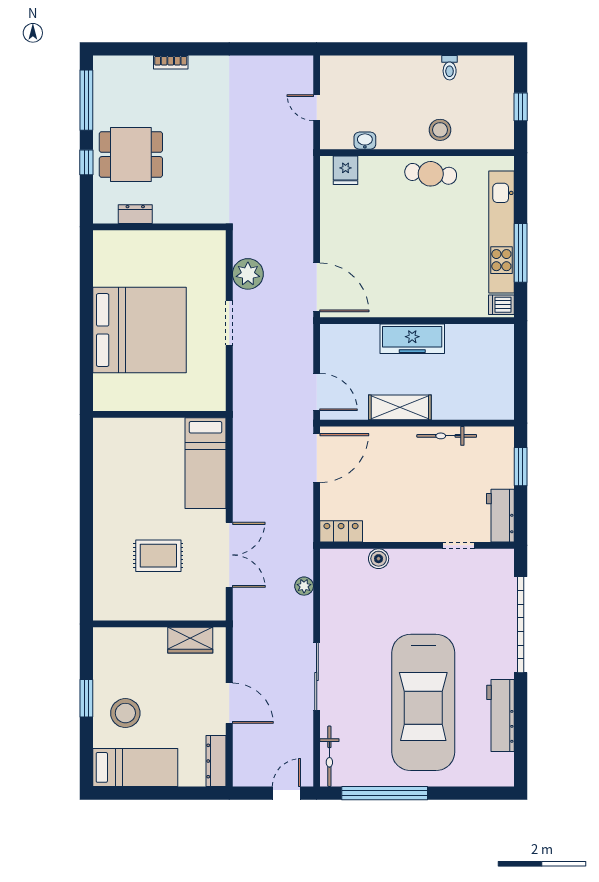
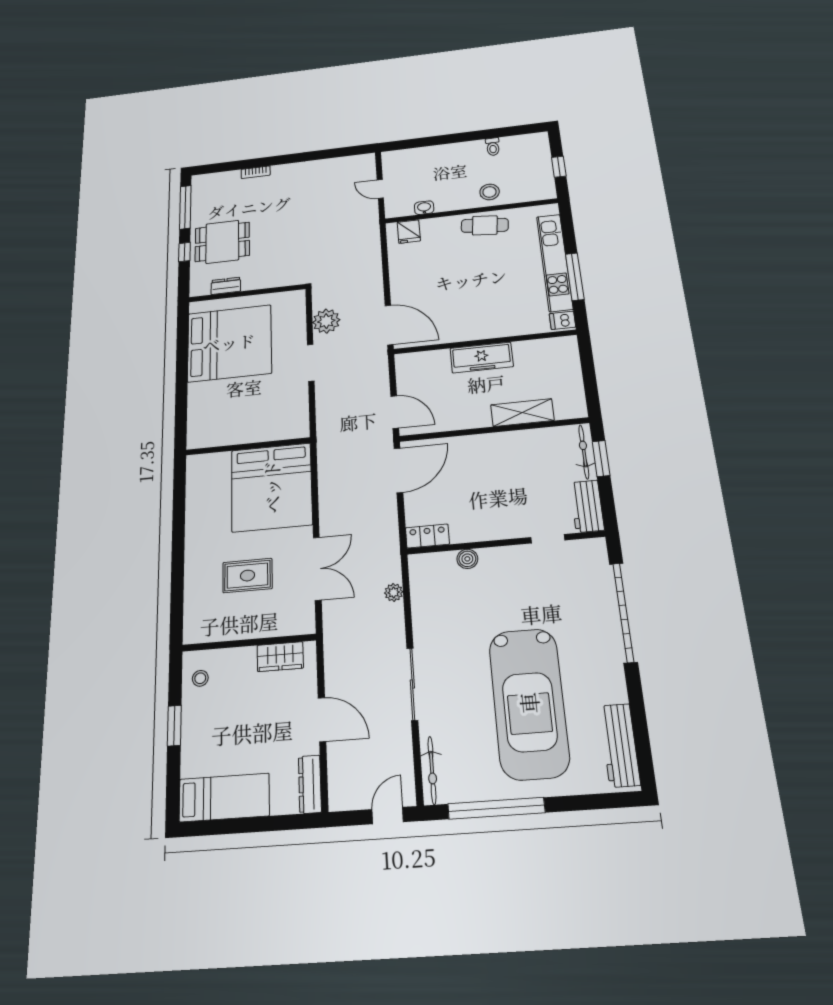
bed: (139, 330) -> (229, 343), moved
shelving: (400, 407) -> (522, 413), moved
bicycle: (447, 436) -> (584, 452), moved, turned 90
bed: (206, 463) -> (272, 487), width x2.04
stool: (125, 713) -> (200, 678), moved, width x0.53, depth x0.53
workbench: (500, 716) -> (620, 745), moved

